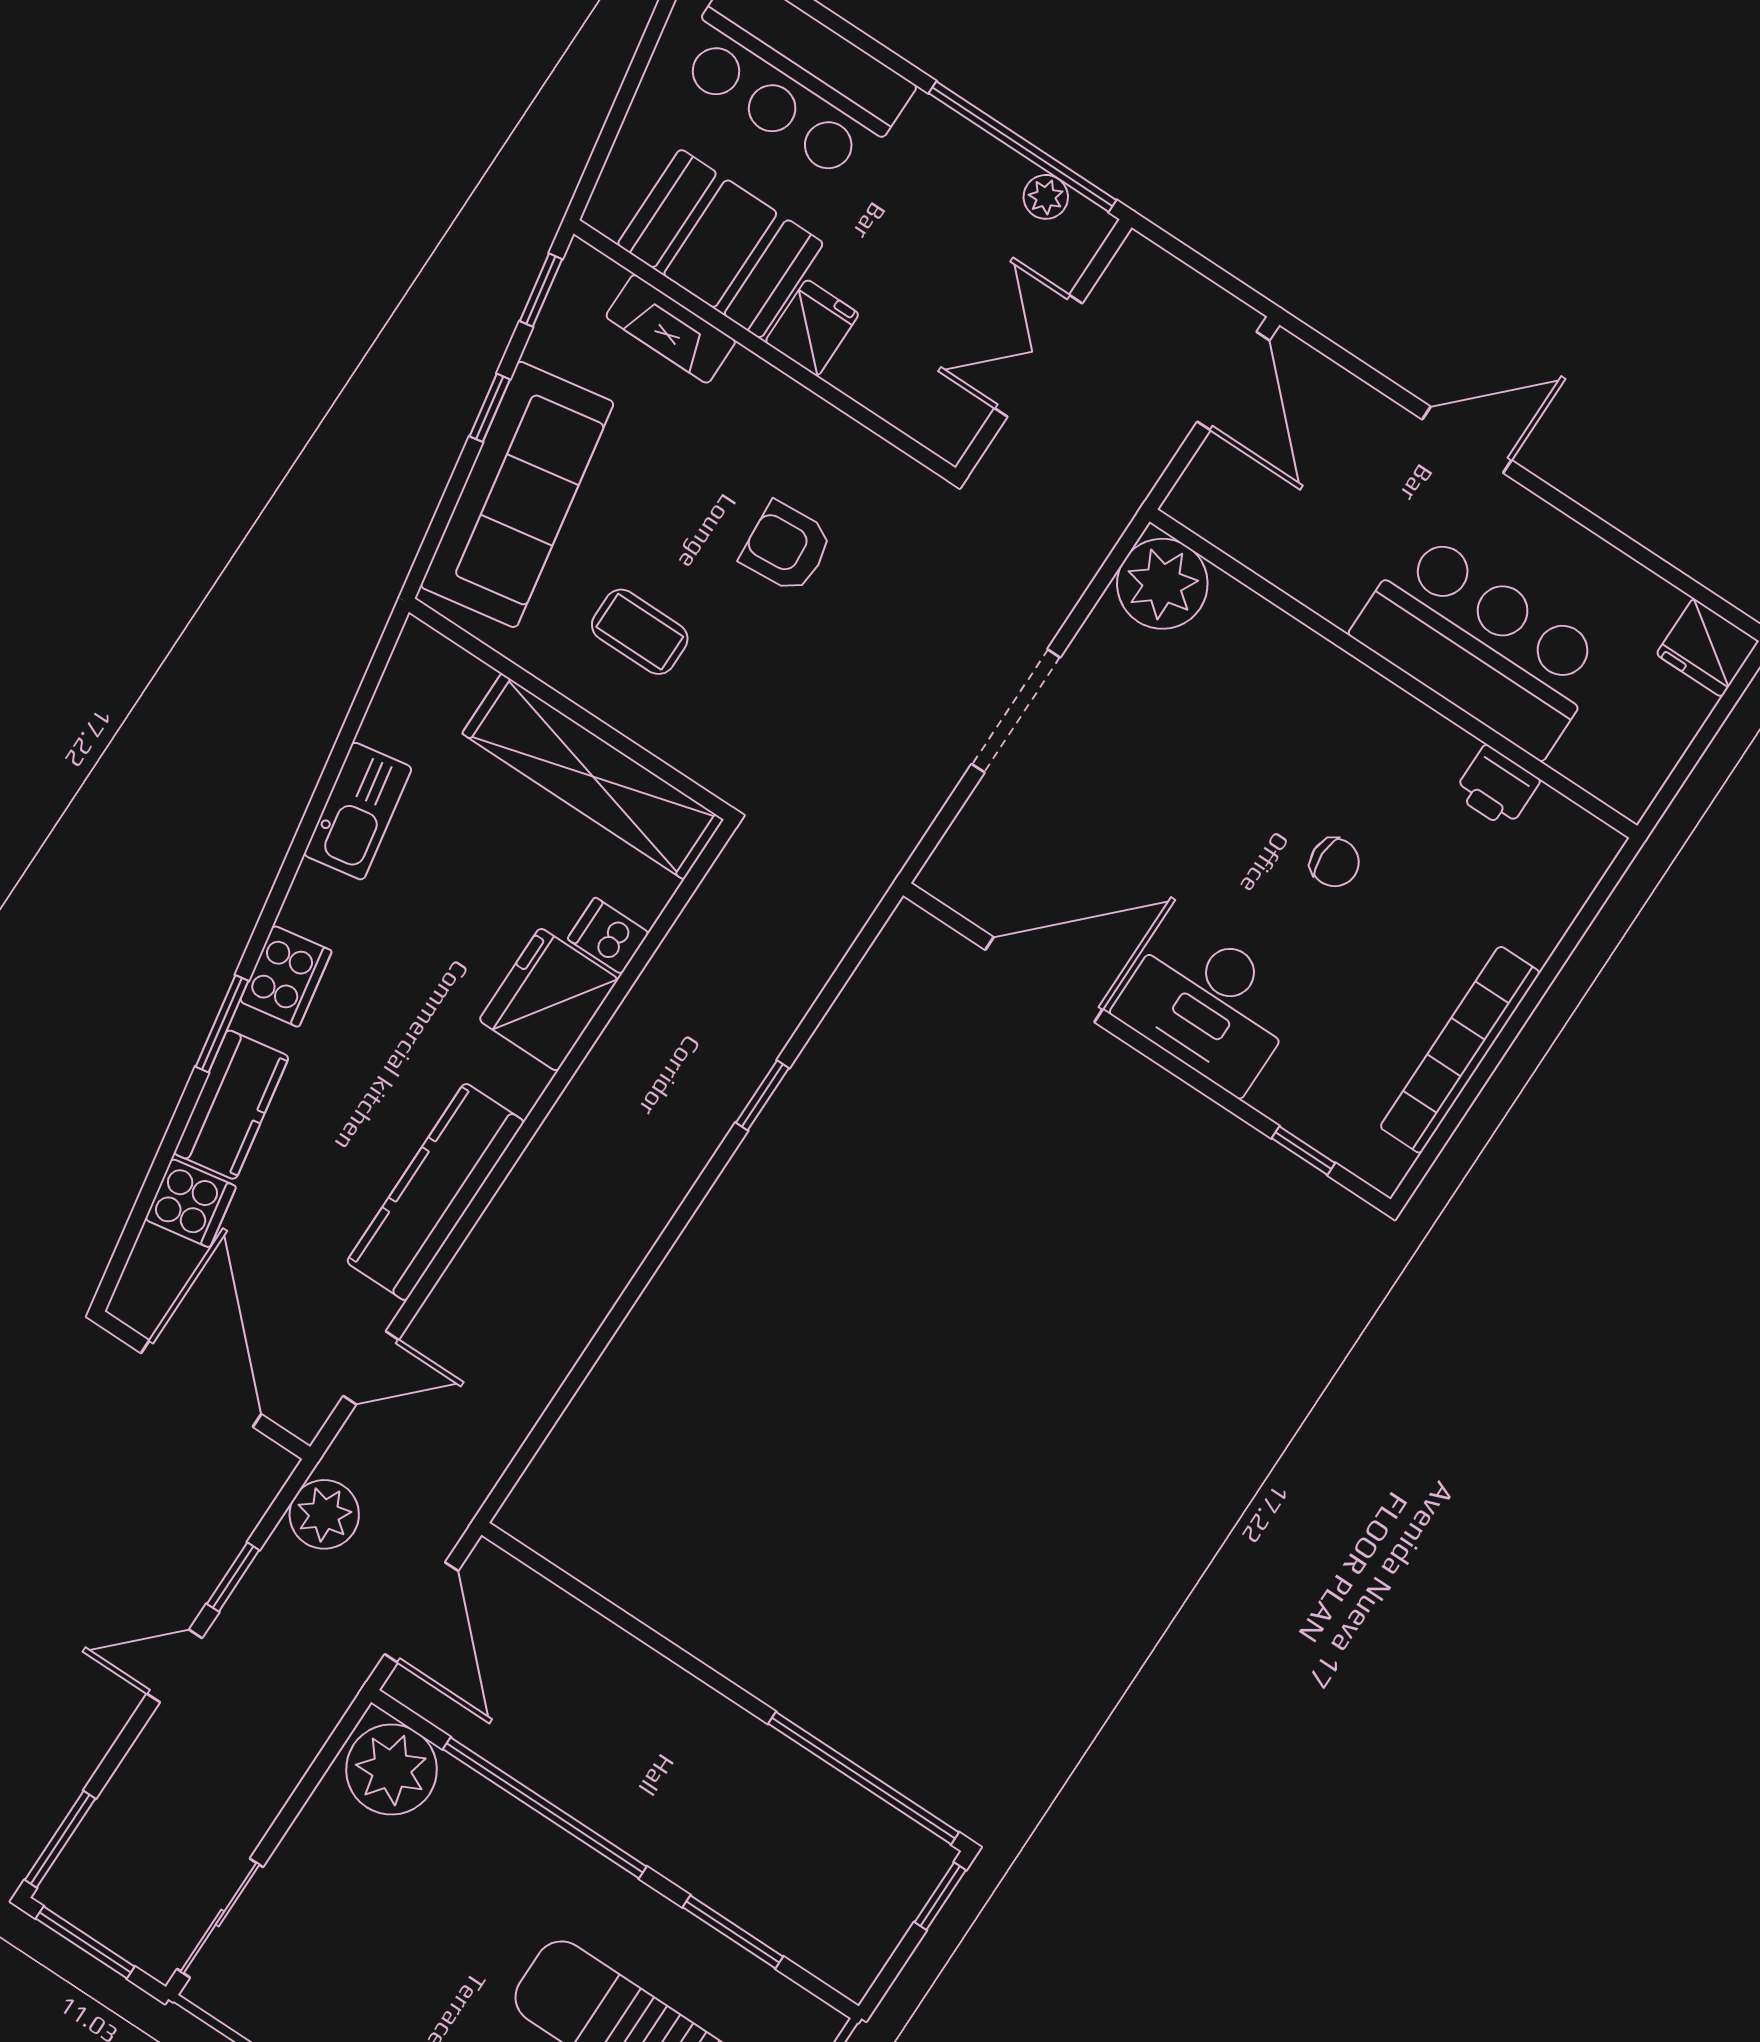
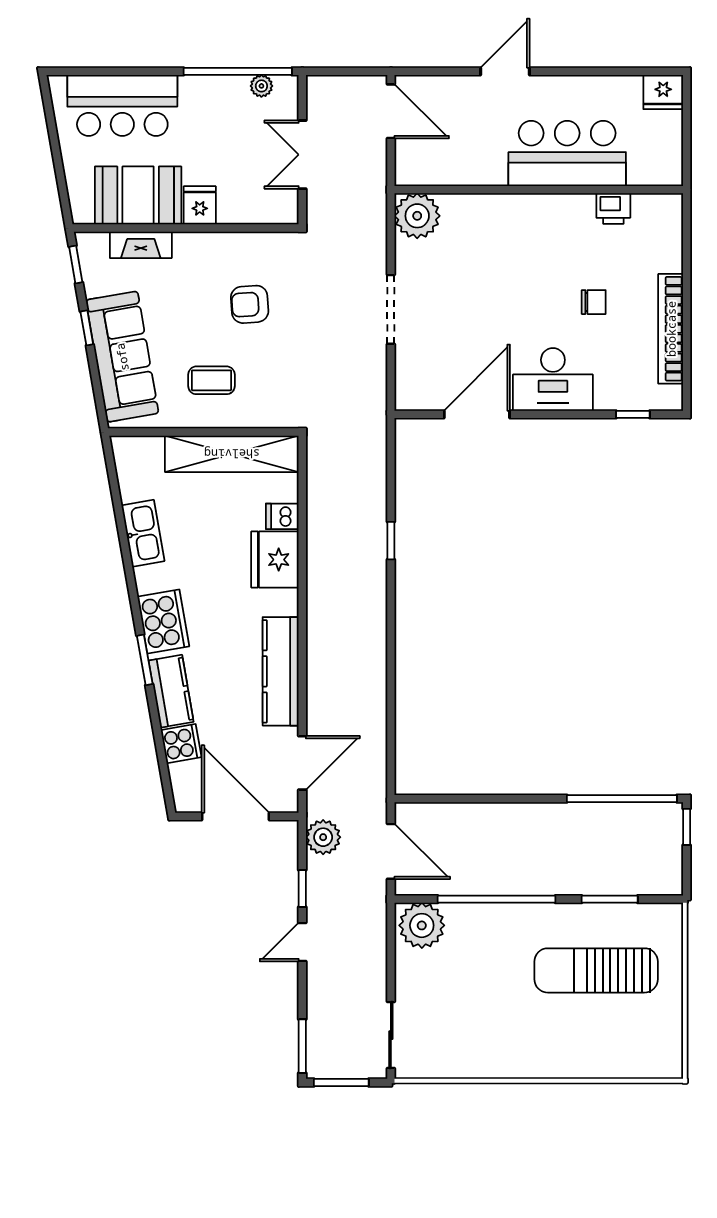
chair: (1335, 862) -> (594, 302), moved
cooker: (286, 976) -> (163, 621), width x1.37, depth x1.31
door: (371, 1368) -> (302, 763), width x1.38

